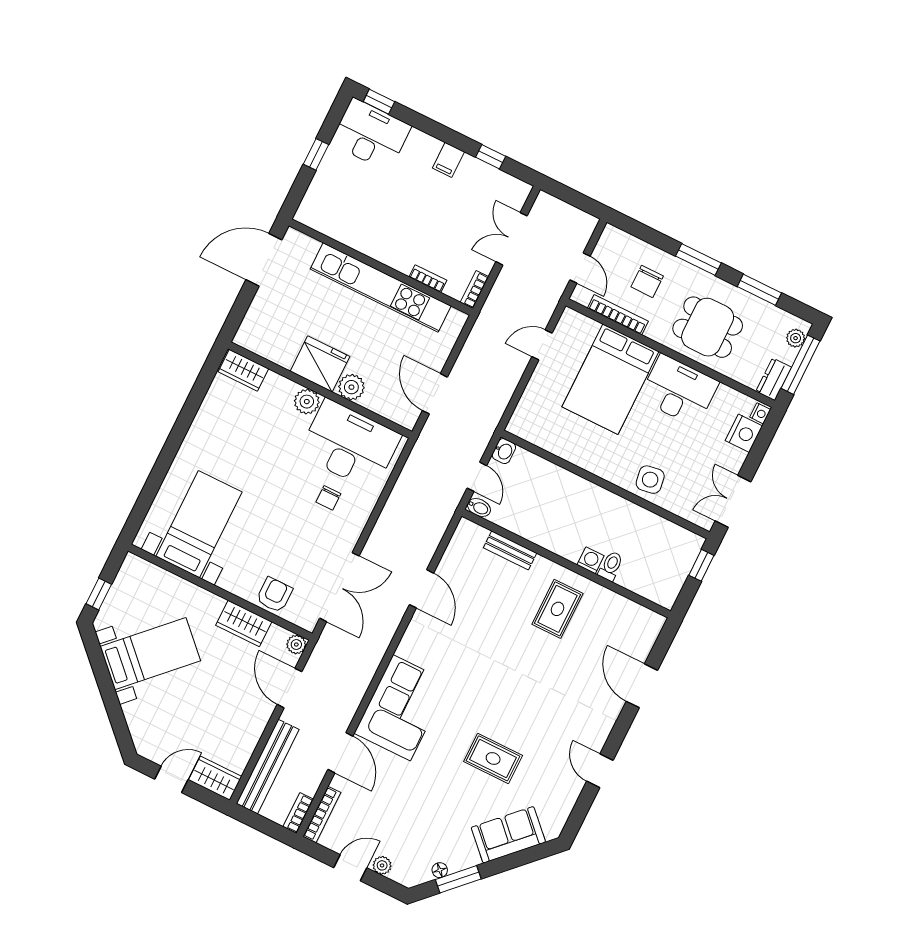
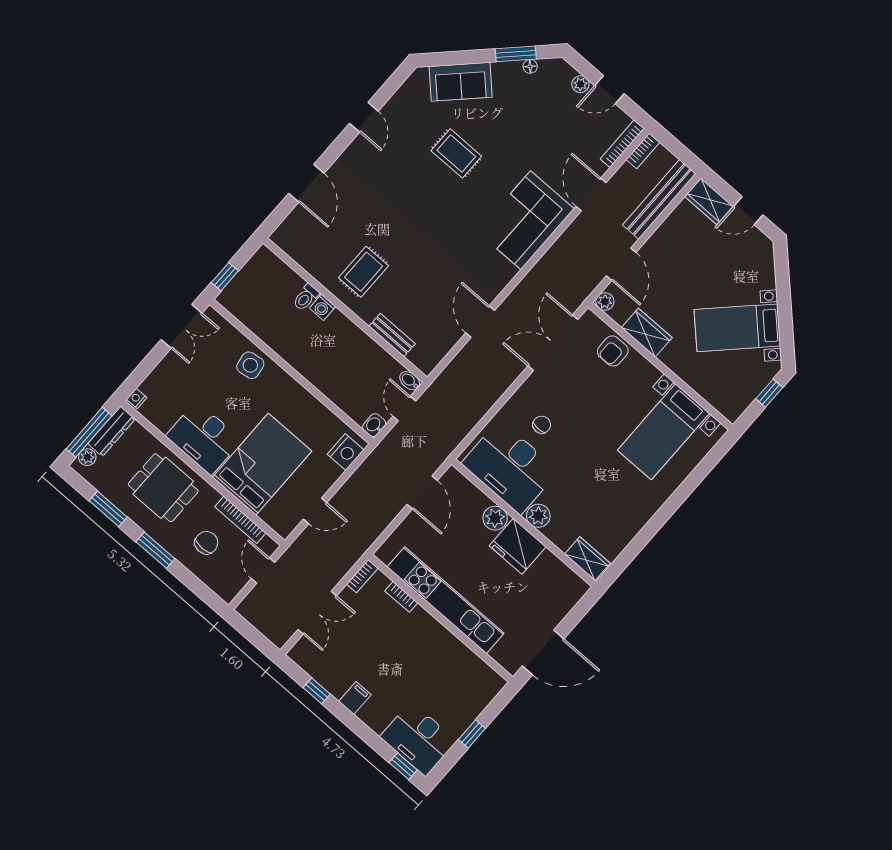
dresser: (774, 379) -> (111, 431), width x1.44
nightstand: (744, 433) -> (346, 452), moved, turned 180

